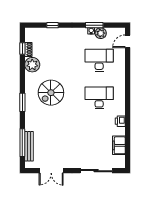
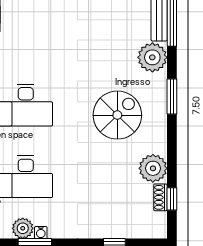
plant: (33, 123) -> (152, 57), added

